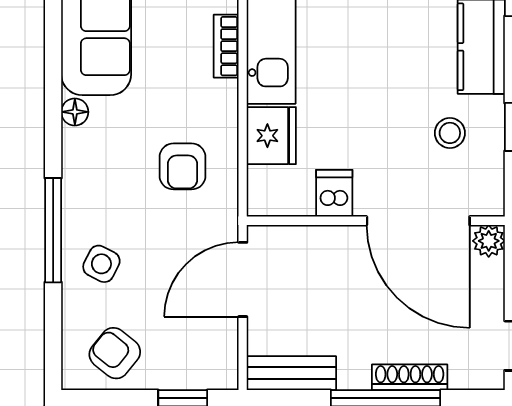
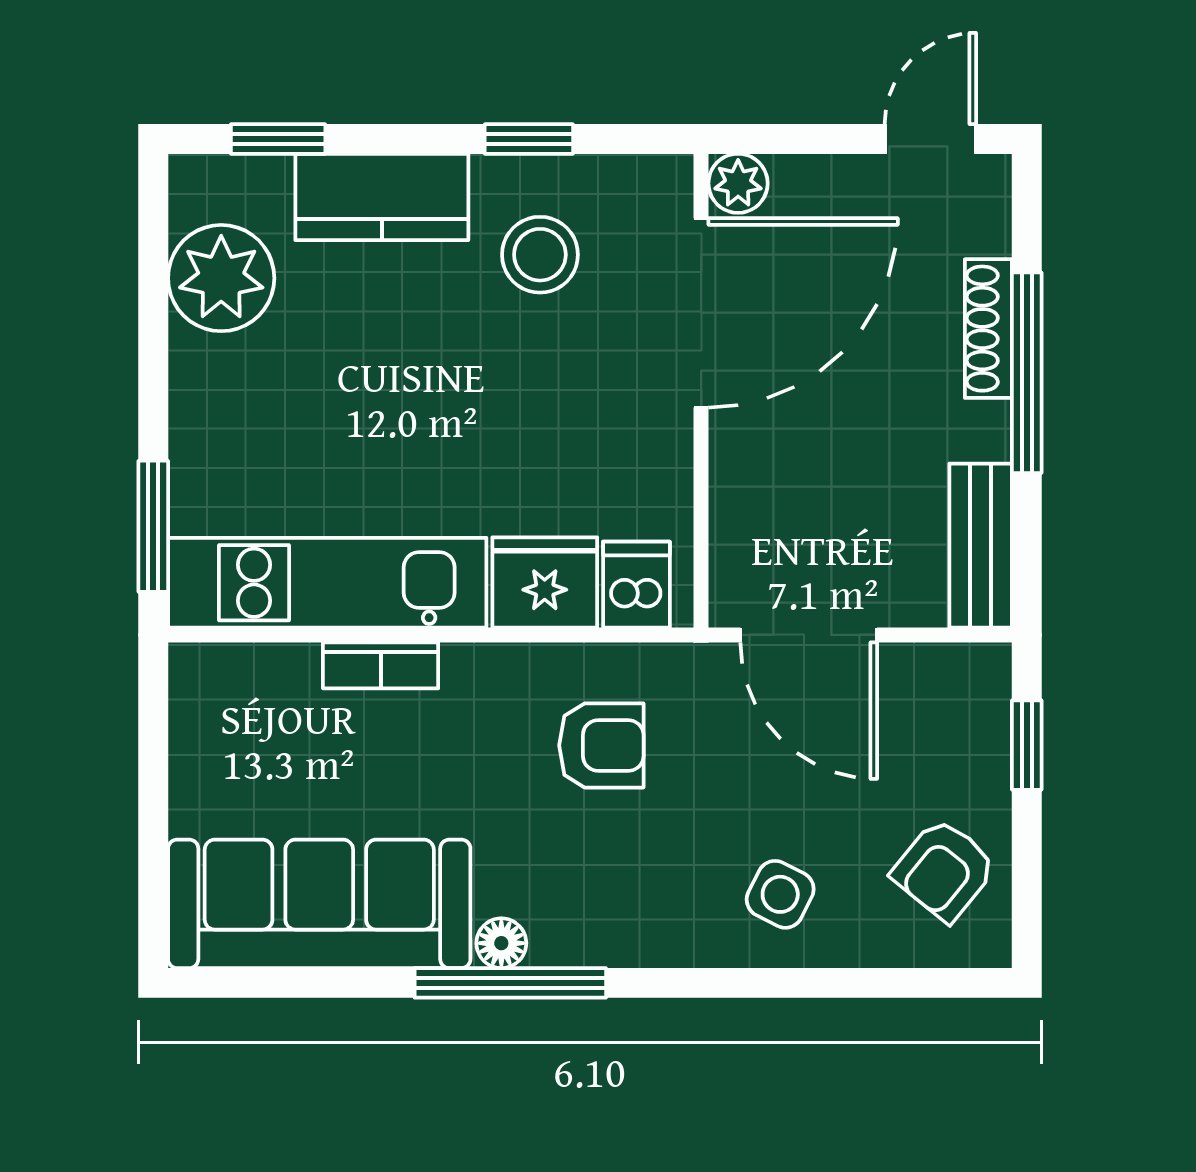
stool: (450, 133) -> (540, 255), width x1.37, depth x1.37
dishwasher: (334, 193) -> (636, 585), moved, turned 90
window: (53, 230) -> (510, 983), moved

